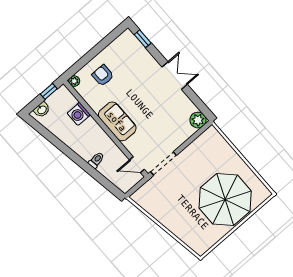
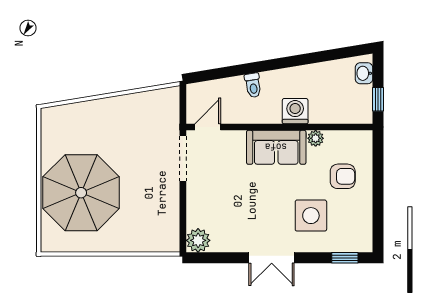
side table: (136, 74) -> (311, 216), added
plant: (74, 81) -> (316, 138), moved
washing machine: (79, 114) -> (295, 111), moved

